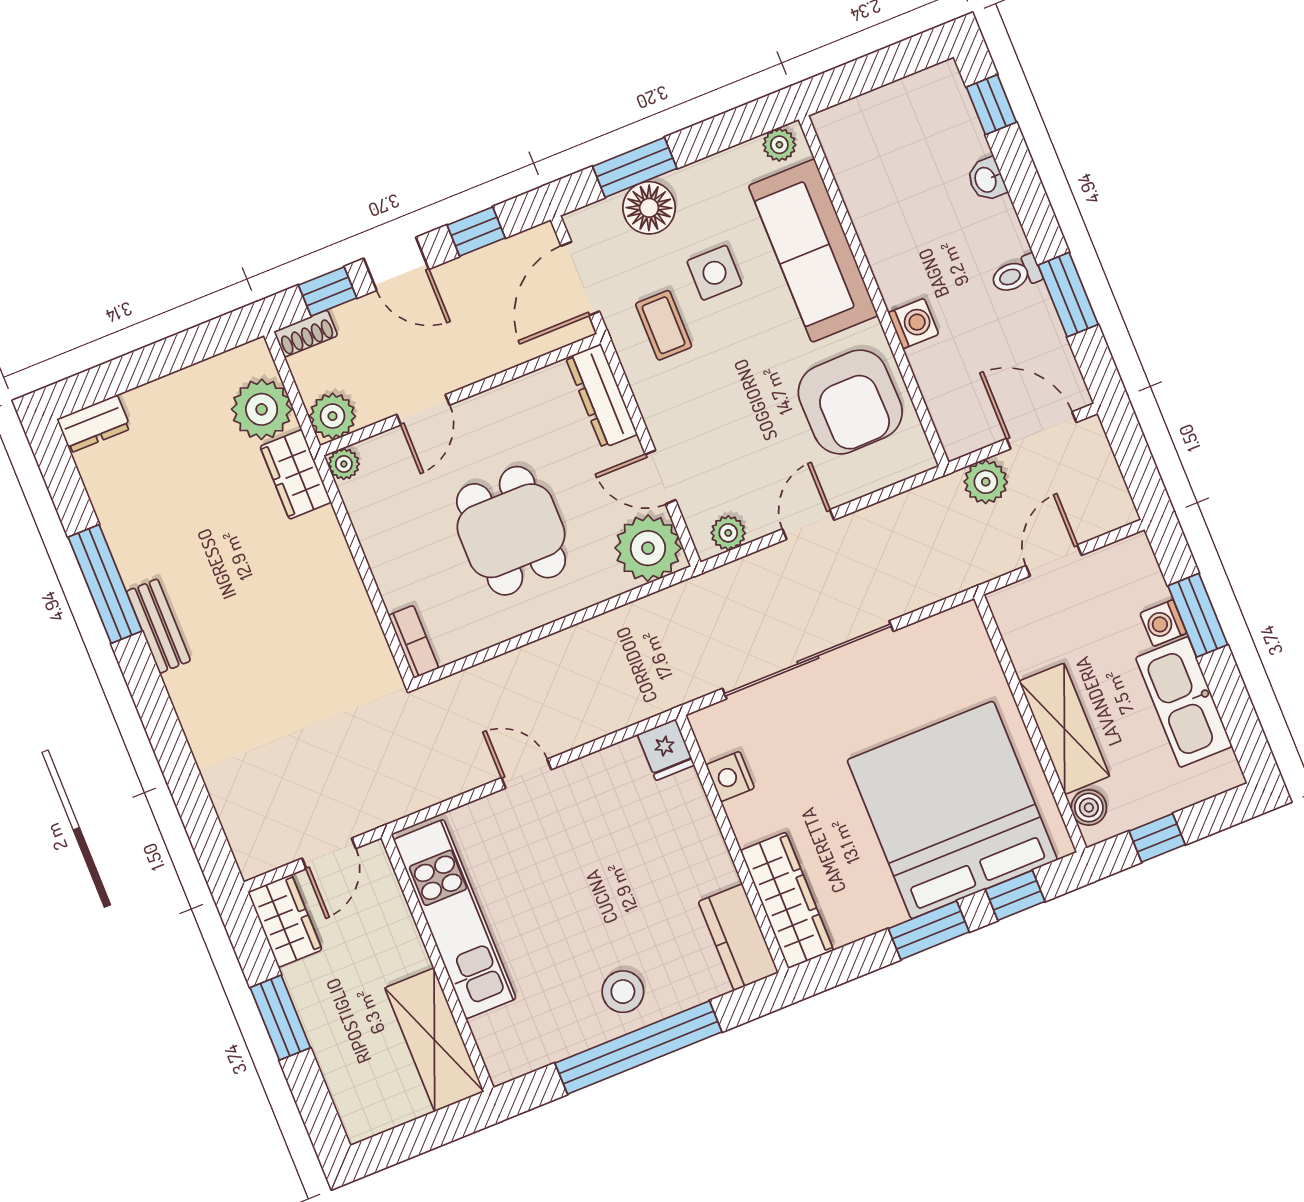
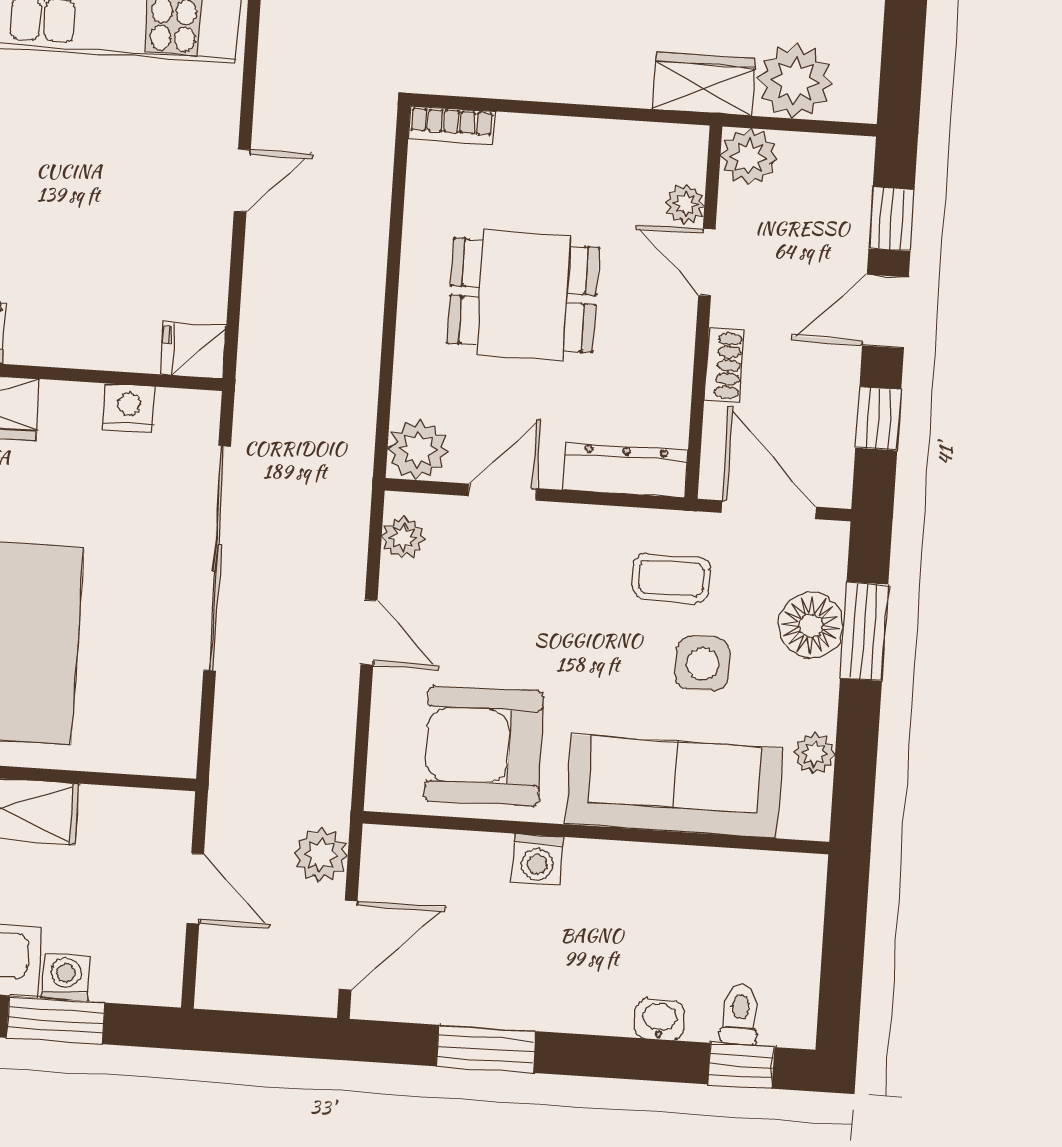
plant: (779, 145) -> (815, 753), moved
toilet: (1016, 275) -> (740, 1015), moved
shoe rack: (306, 334) -> (724, 365), moved, turned 180
plant: (344, 464) -> (685, 204), moved
plant: (648, 548) -> (418, 450), width x0.73, depth x0.73

